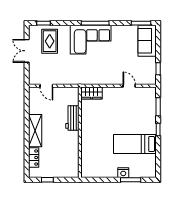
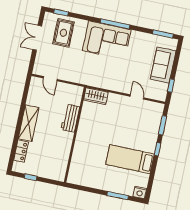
sofa: (147, 41) -> (163, 65), moved
nightstand: (123, 173) -> (140, 193), moved

